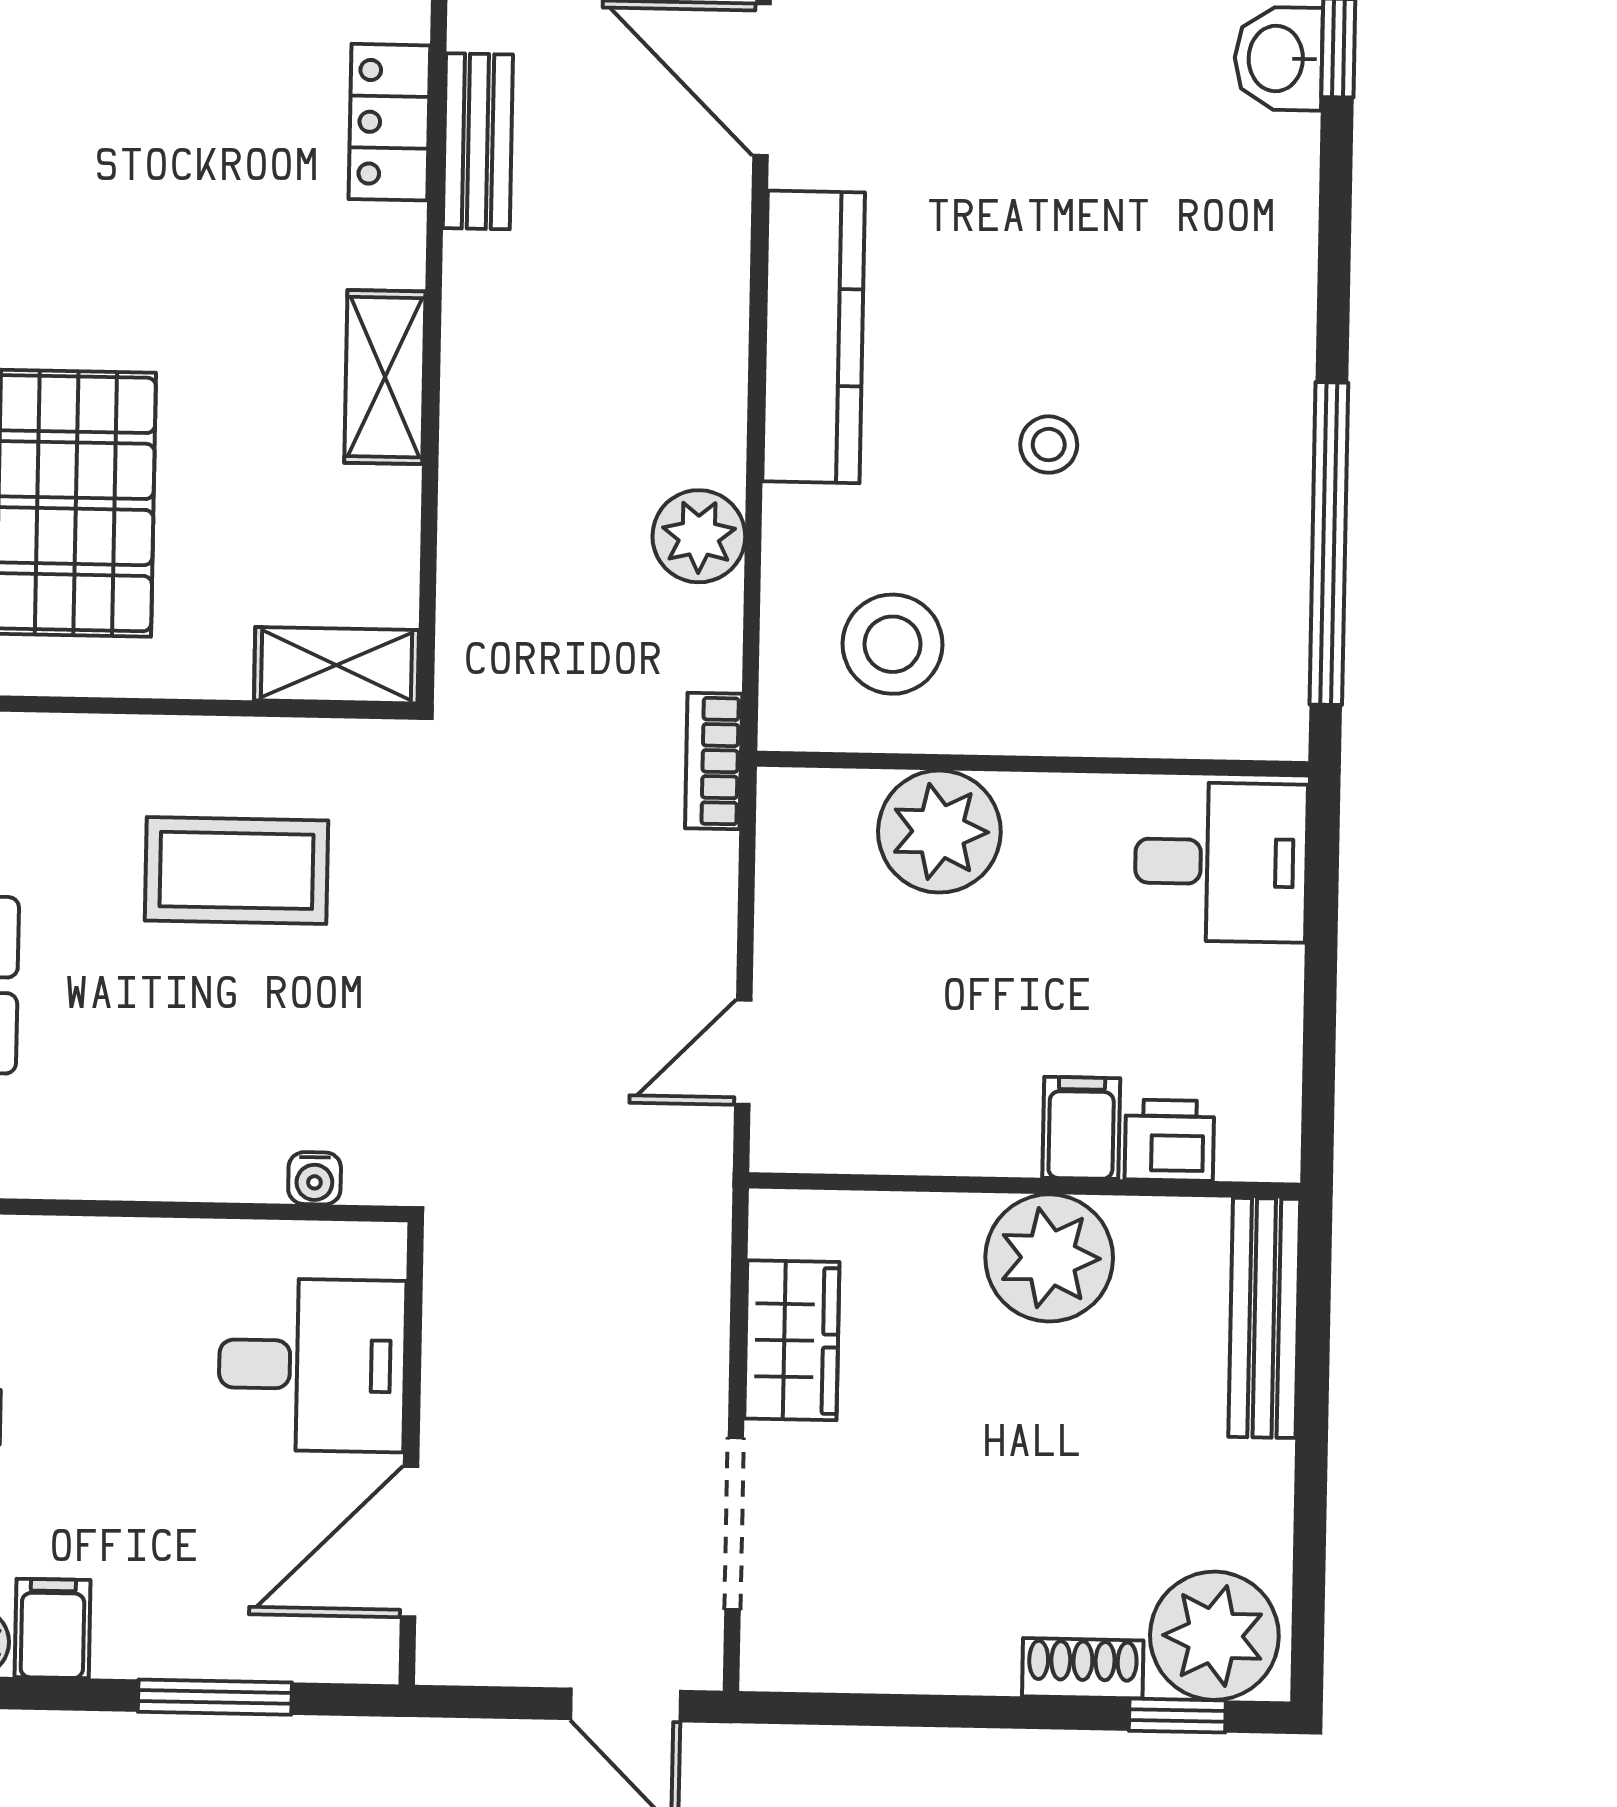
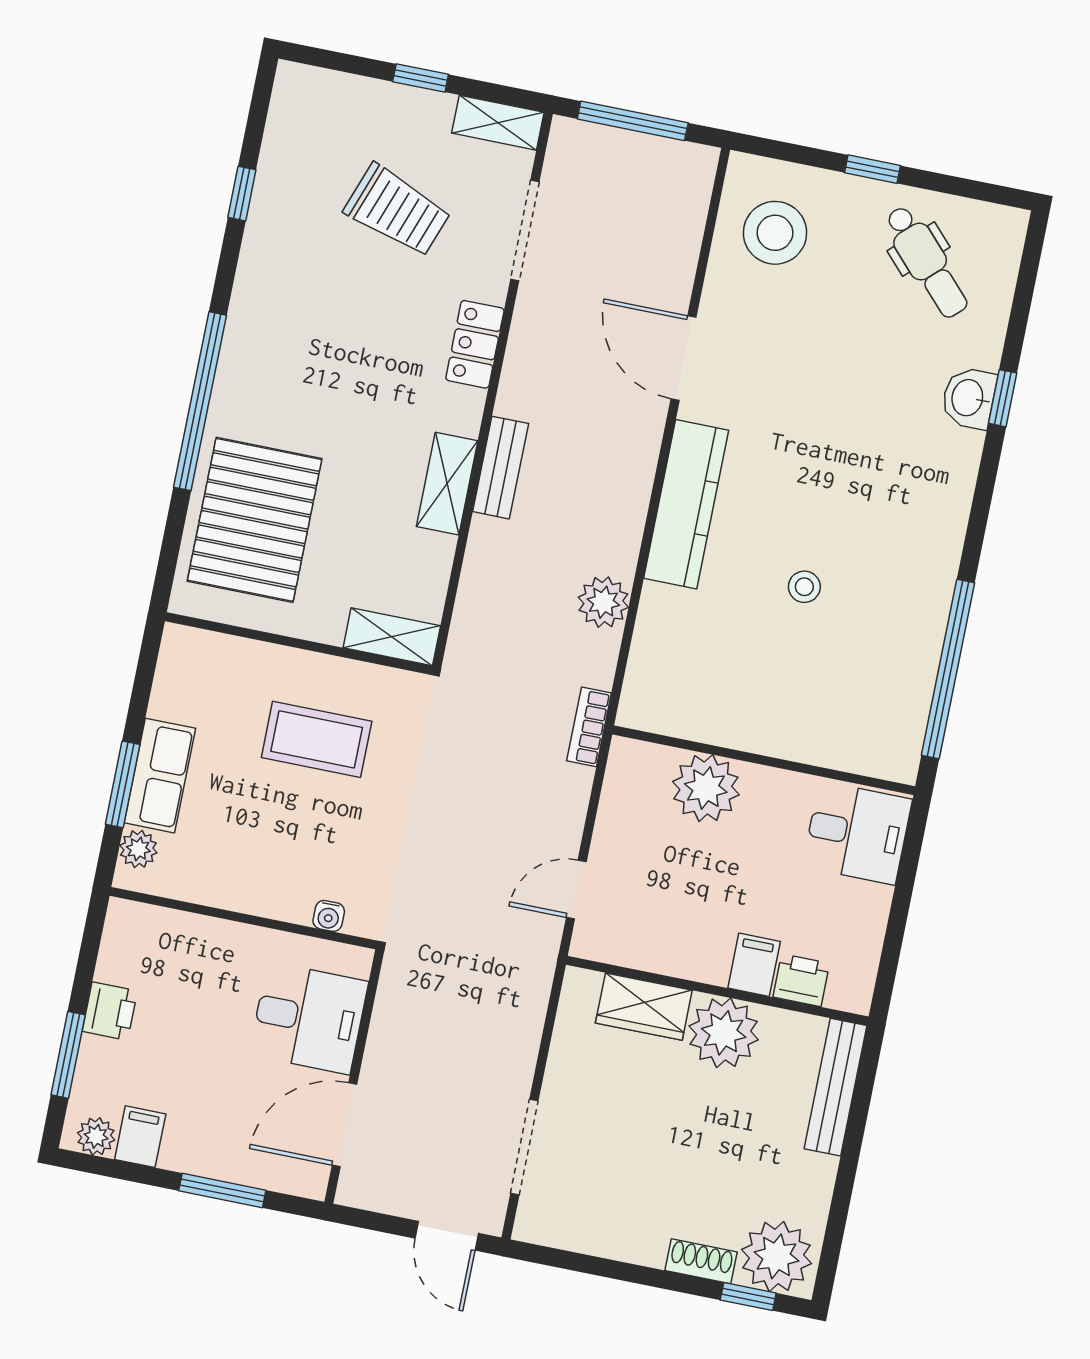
bench: (478, 141) -> (501, 468), moved
stool: (892, 644) -> (699, 681), removed
wardrobe: (792, 1340) -> (644, 1007), moved, turned 90

